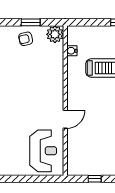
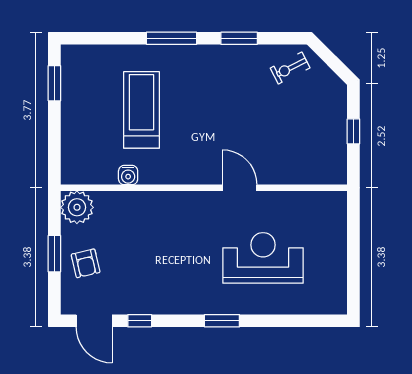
water cooler: (72, 51) -> (128, 175), moved
reception desk: (43, 151) -> (263, 258), moved

